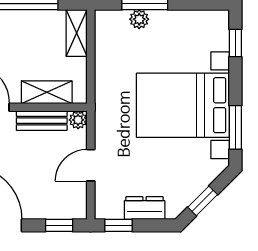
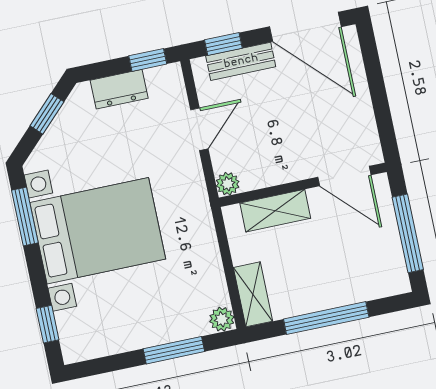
plant: (139, 19) -> (222, 319), moved
bench: (42, 121) -> (241, 61), moved

